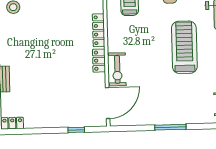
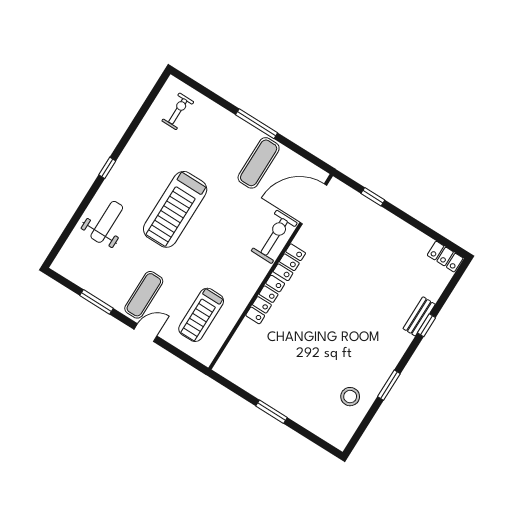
exercise mat: (154, 106) -> (259, 163), added

